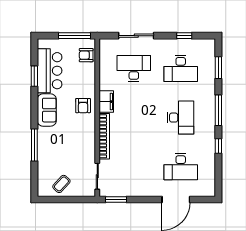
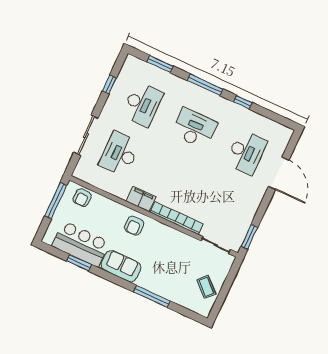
armchair: (83, 106) -> (134, 226), turned 90

